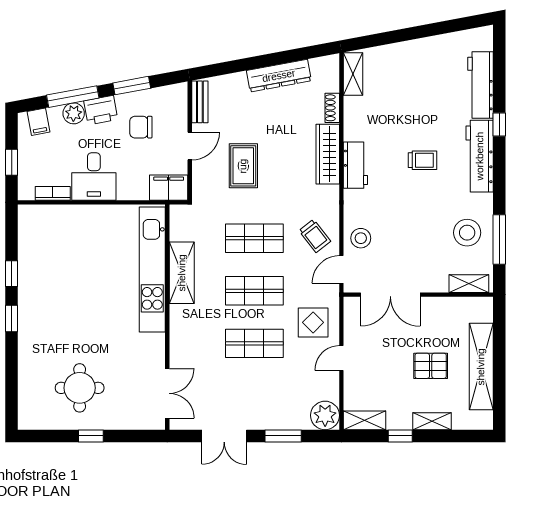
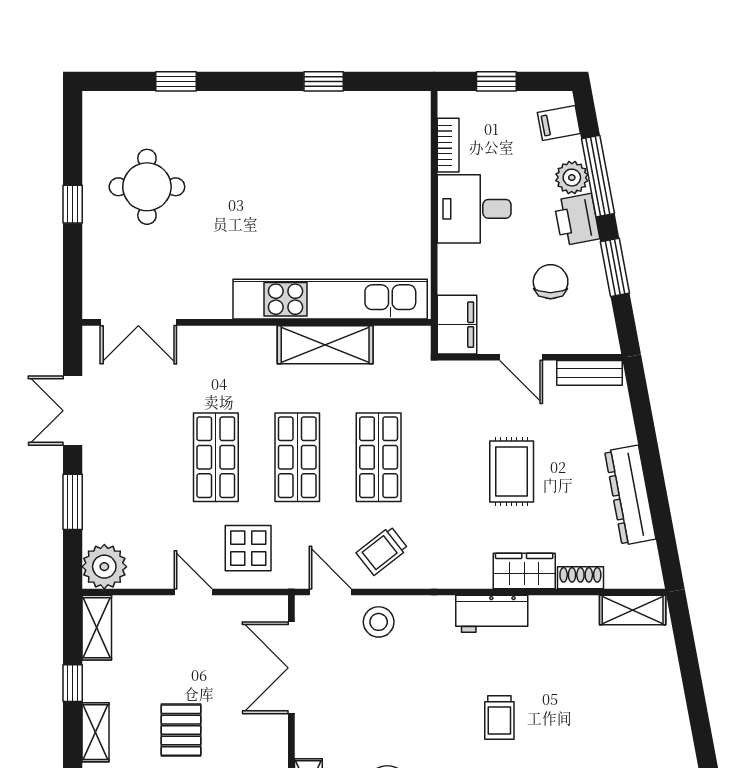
wardrobe: (328, 154) -> (524, 571), width x0.67
rug: (243, 166) -> (512, 471), moved, turned 90
window: (12, 319) -> (176, 81), moved

